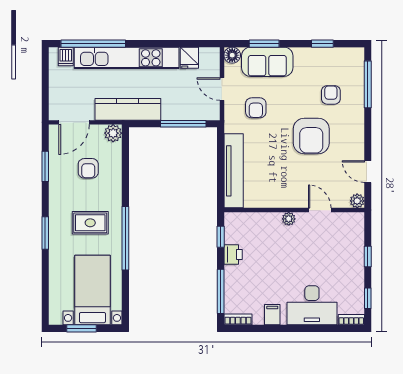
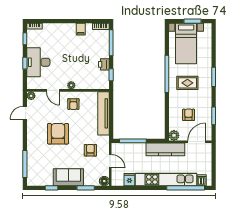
sofa: (267, 62) -> (68, 177), moved
armchair: (331, 95) -> (73, 104), moved
door: (368, 172) -> (25, 113), swing flipped
desk: (312, 305) -> (38, 62), moved, turned -90

